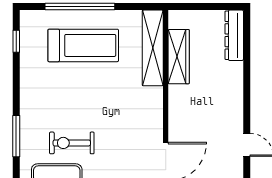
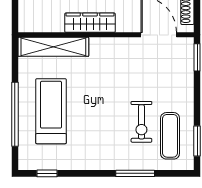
wardrobe: (179, 57) -> (90, 23), moved

